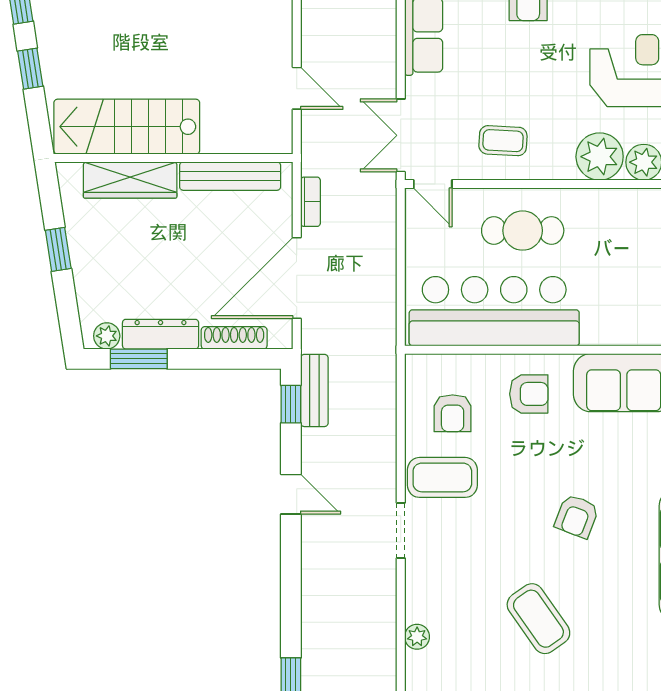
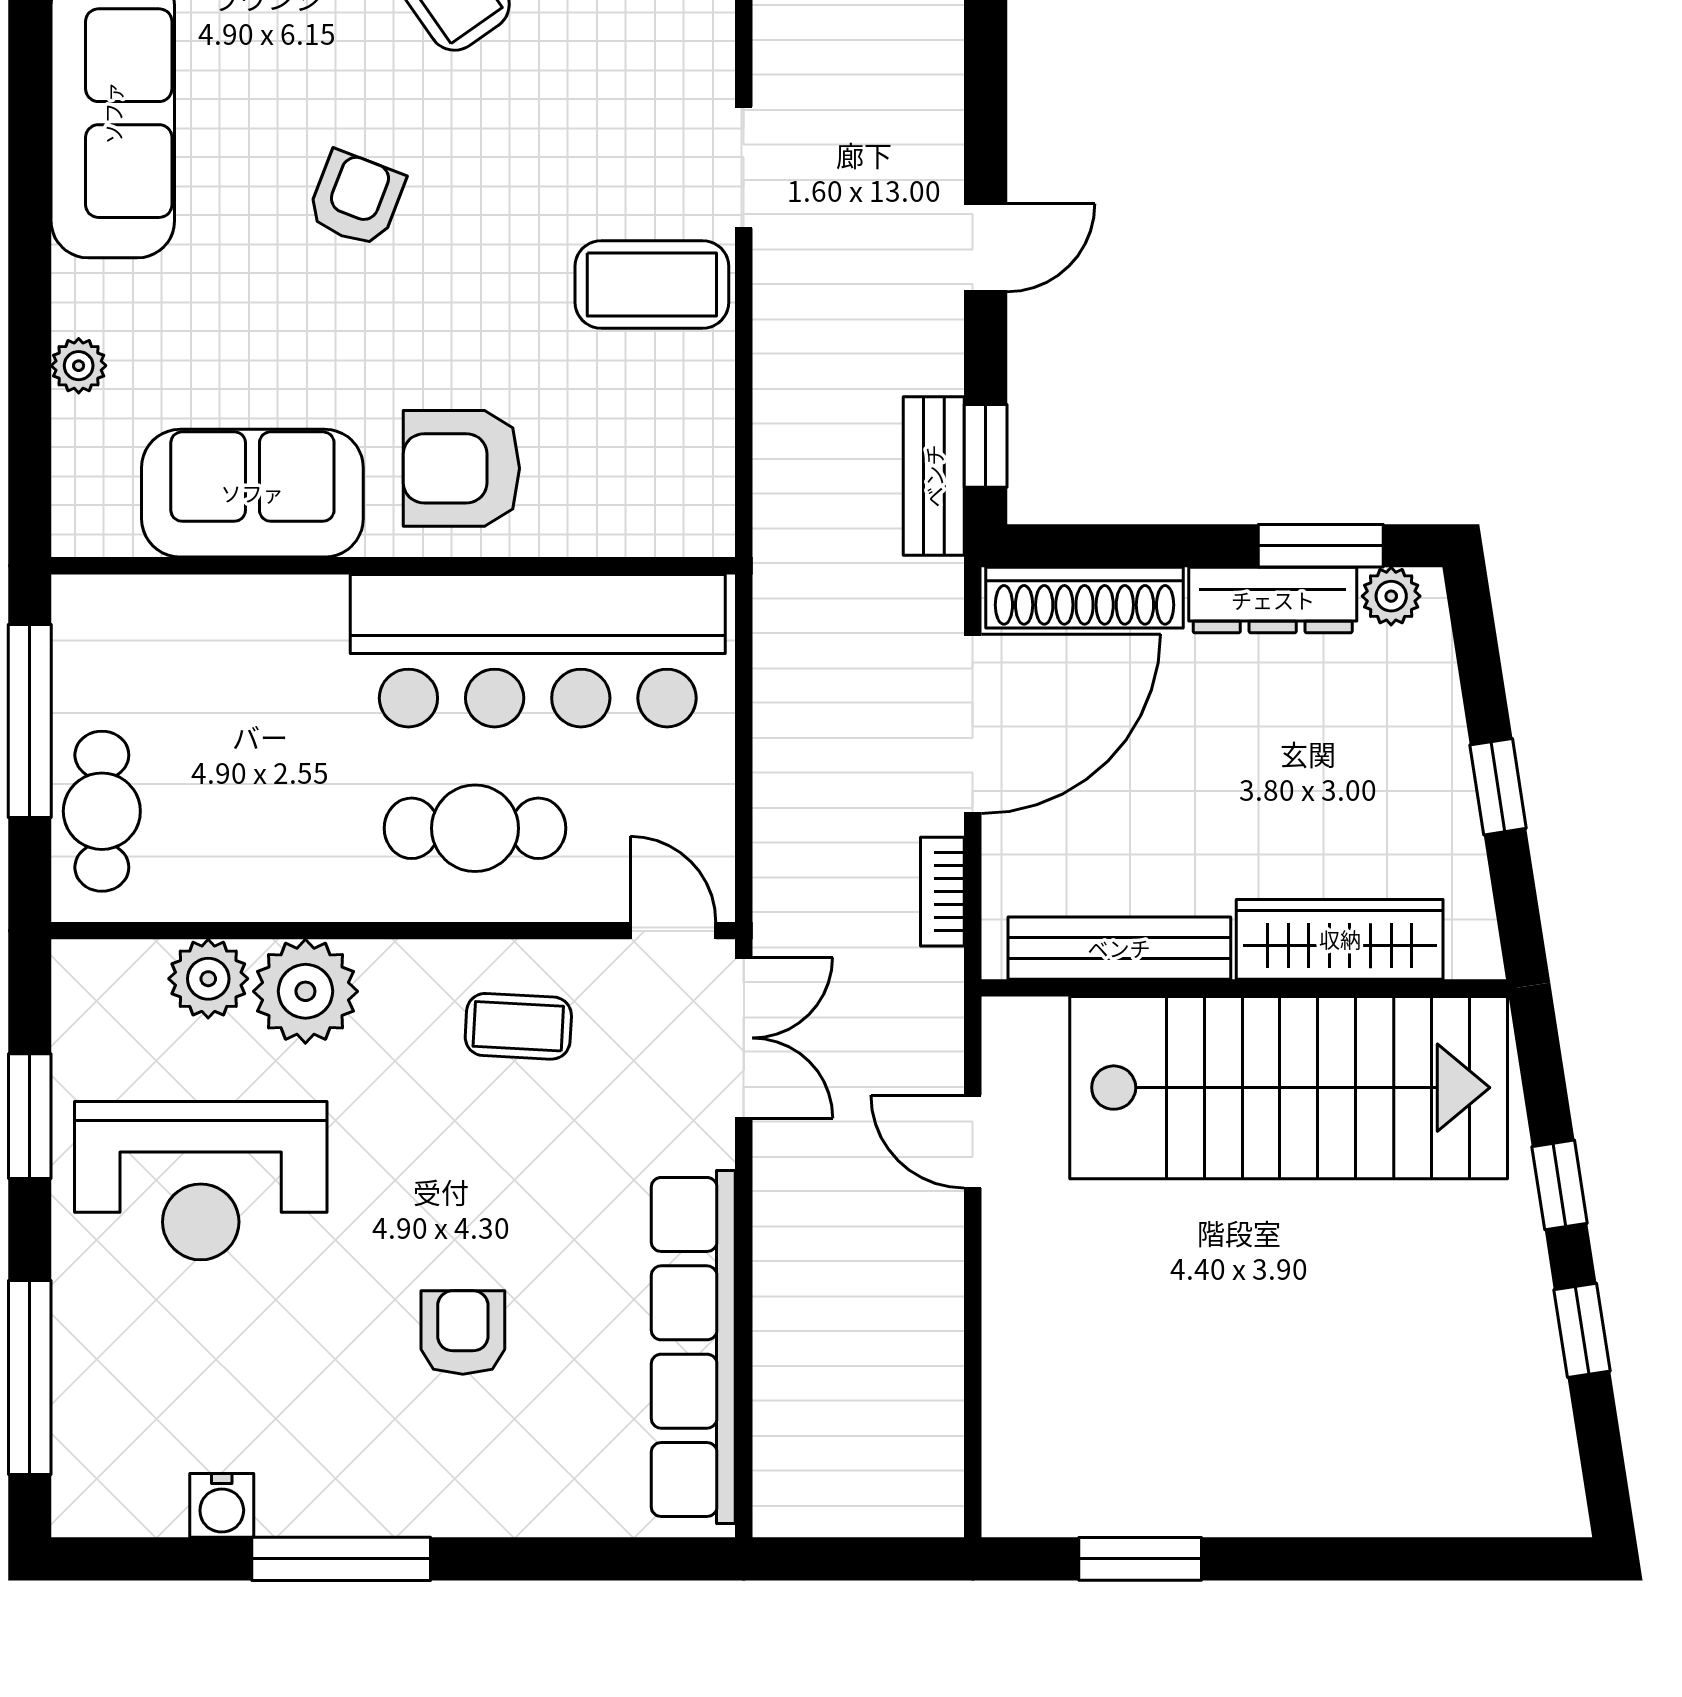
stairs: (127, 127) -> (1289, 1088), width x1.36, depth x1.51
shoe rack: (234, 338) -> (1085, 598), width x1.36, depth x1.24
armchair: (529, 394) -> (461, 468), width x1.38, depth x1.38
armchair: (453, 413) -> (629, 426), removed
door: (291, 494) -> (986, 248), swing flipped

